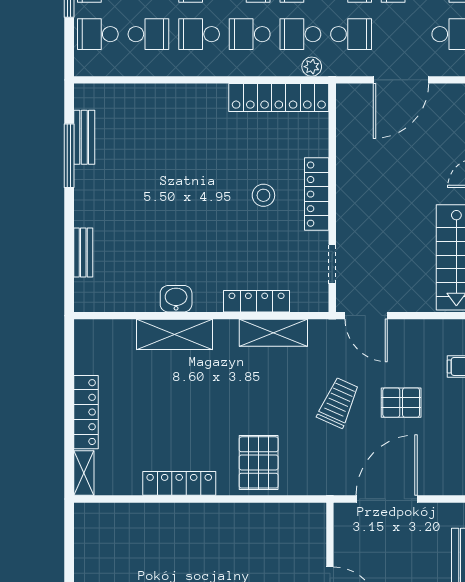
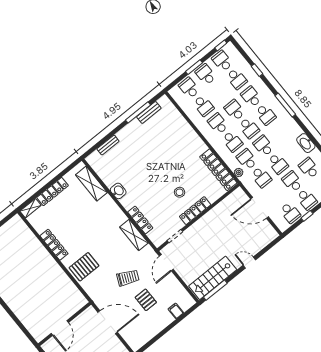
school desk: (250, 34) -> (232, 141), turned 180
shelving: (174, 334) -> (91, 184), moved

